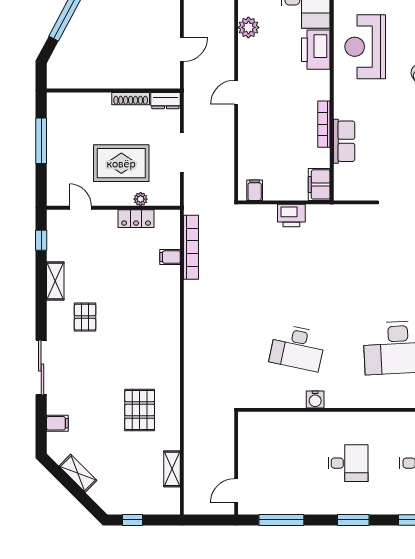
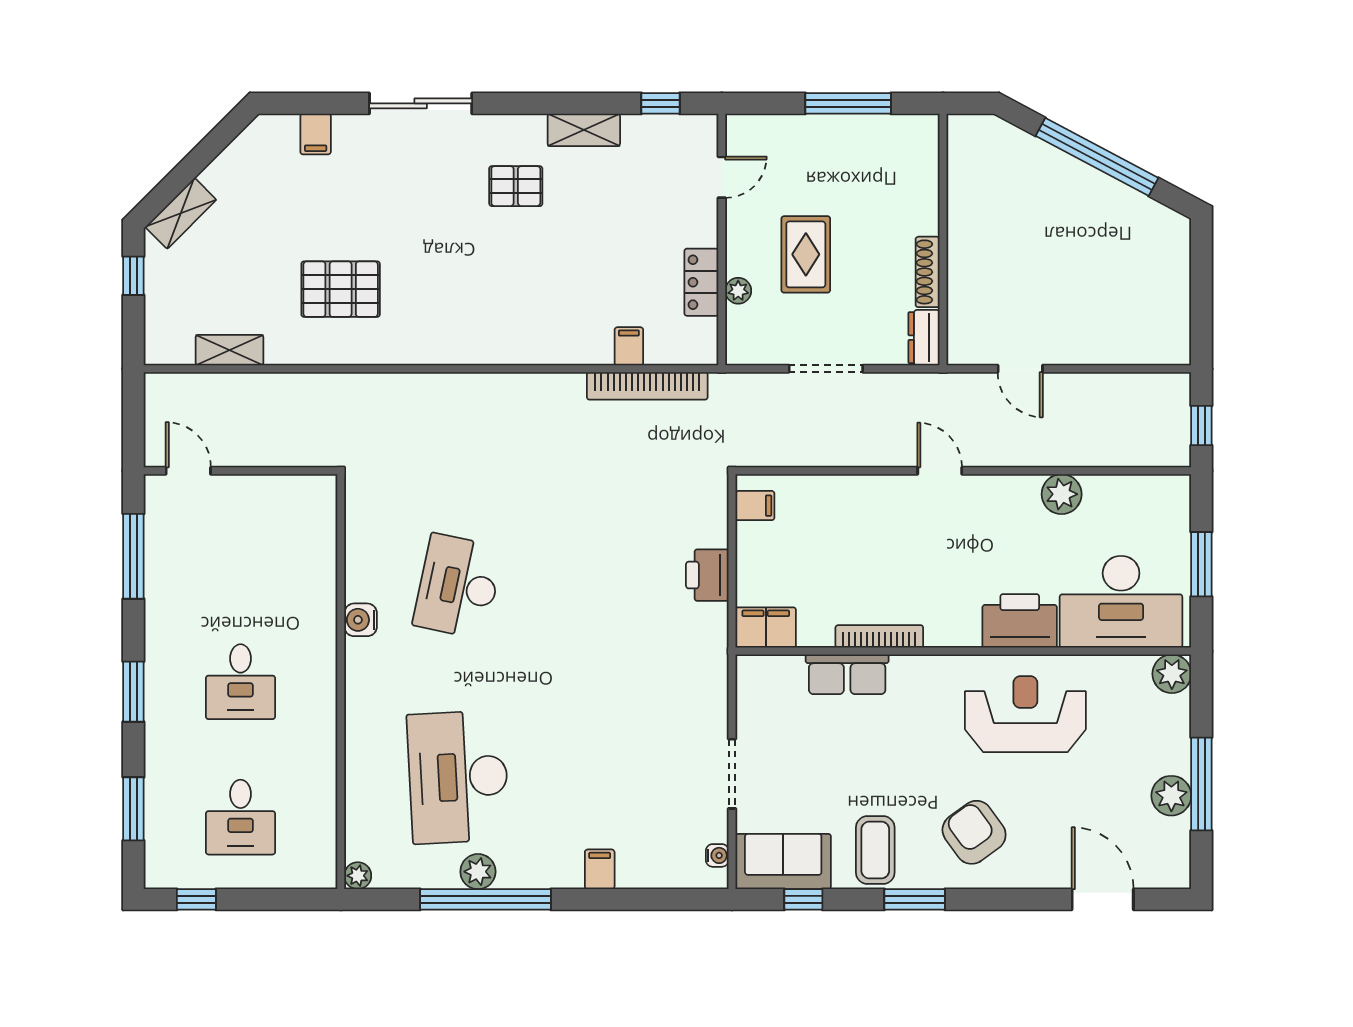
rug: (121, 163) -> (806, 254), width x0.73, depth x0.70
shelving: (78, 473) -> (181, 213), moved

